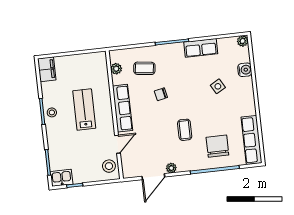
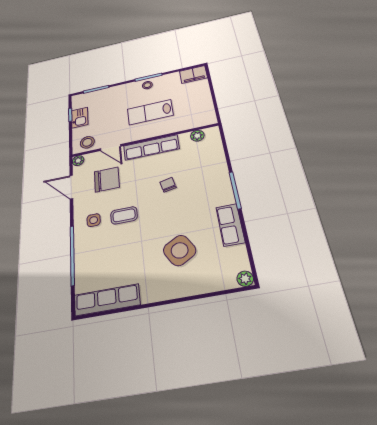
coffee table: (144, 68) -> (199, 164), removed
water cooler: (245, 70) -> (204, 284), removed
side table: (218, 86) -> (180, 250), width x1.87, depth x1.87
lab bench: (84, 110) -> (150, 112), turned 180
chair: (217, 146) -> (107, 179), moved
side table: (186, 155) -> (94, 220), added
plant: (171, 168) -> (78, 161), moved
kitchen sink: (62, 178) -> (80, 118), moved

